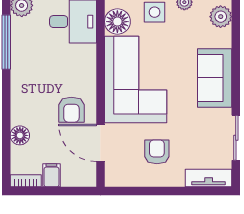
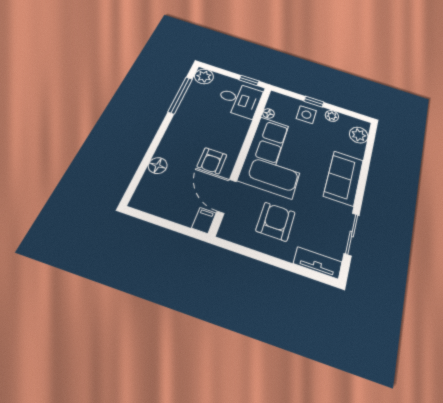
floor lamp: (117, 22) -> (268, 113), width x0.53, depth x0.53
armchair: (157, 152) -> (276, 222), width x1.38, depth x1.38
filing cabinet: (51, 175) -> (204, 220), moved
bookcase: (26, 181) -> (144, 205), removed

